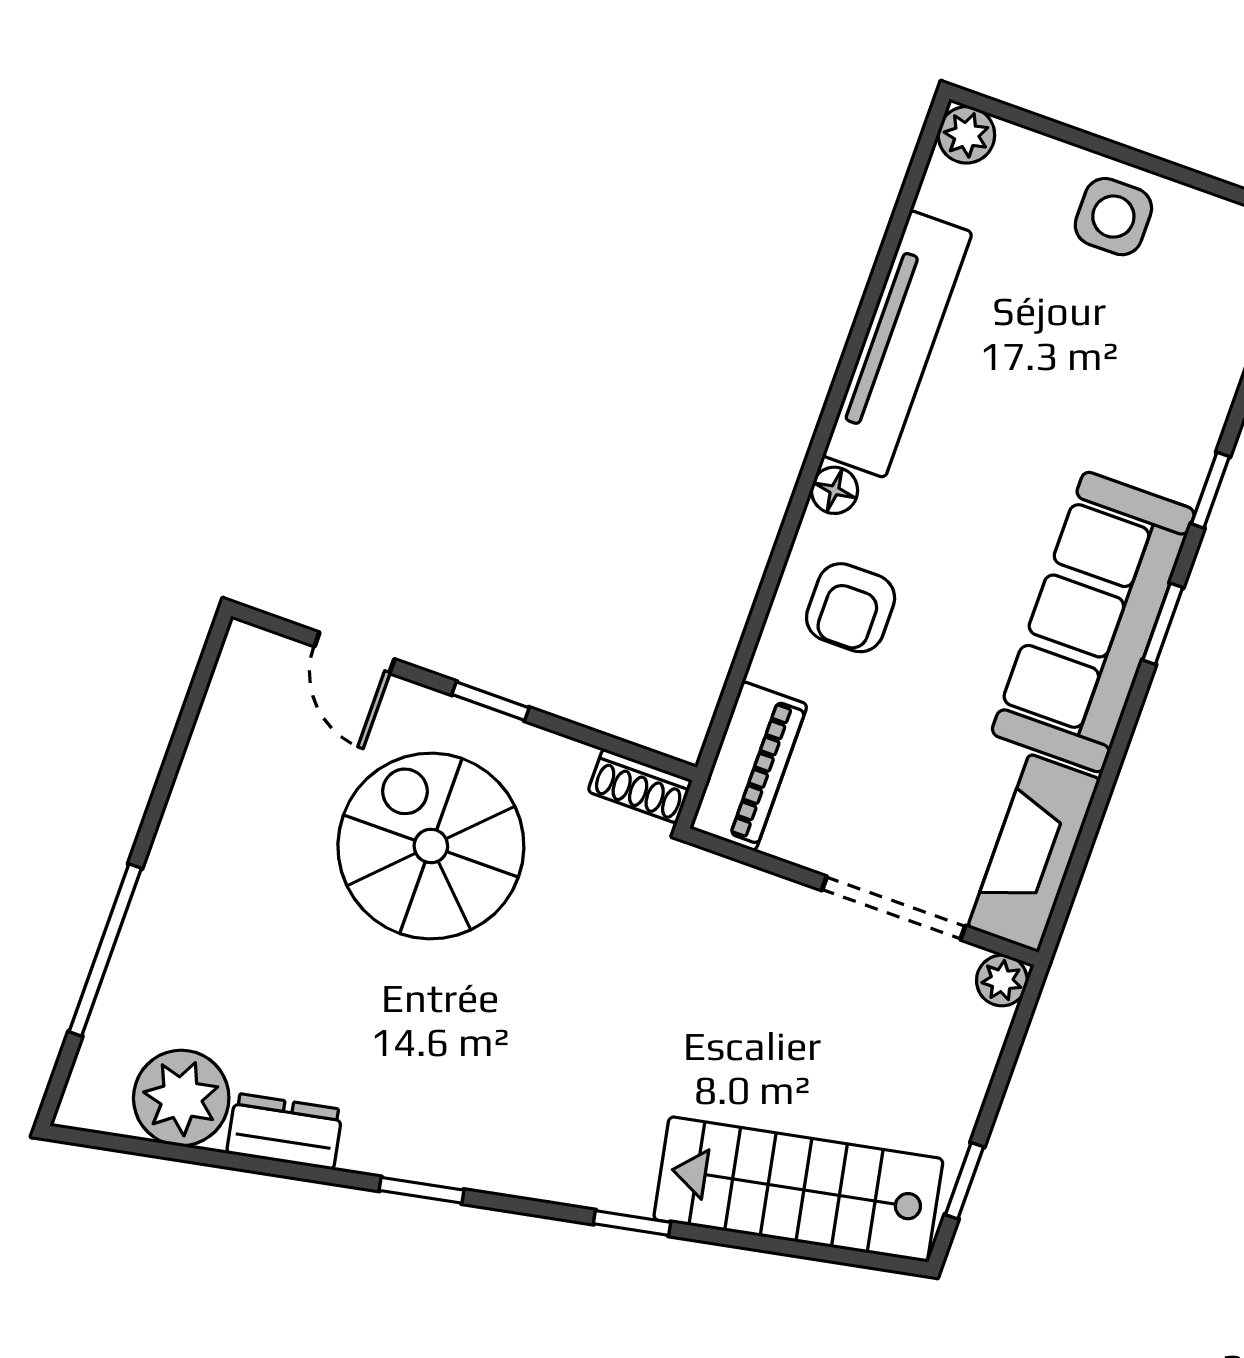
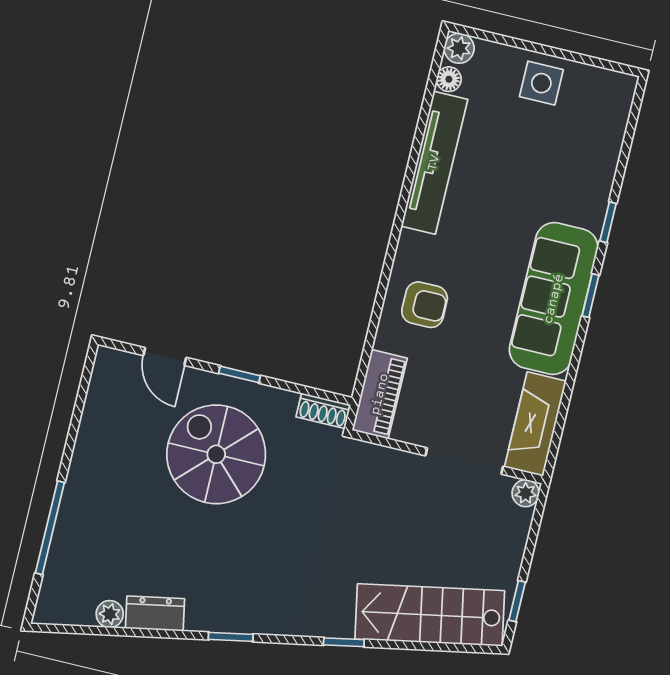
floor lamp: (834, 490) -> (449, 79), moved
armchair: (851, 608) -> (425, 305), turned -90
plant: (181, 1098) -> (110, 614), width x0.53, depth x0.53

